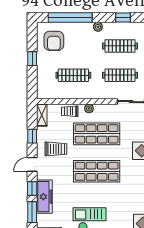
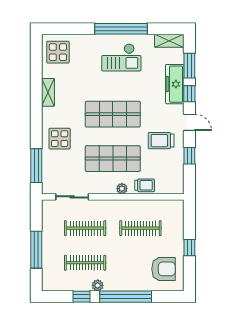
window: (70, 17) -> (126, 297), moved
plant: (98, 27) -> (98, 285), moved
armchair: (54, 41) -> (164, 269), turned 90
shelving: (42, 115) -> (178, 181), removed
door: (32, 164) -> (189, 122), hinge flipped

